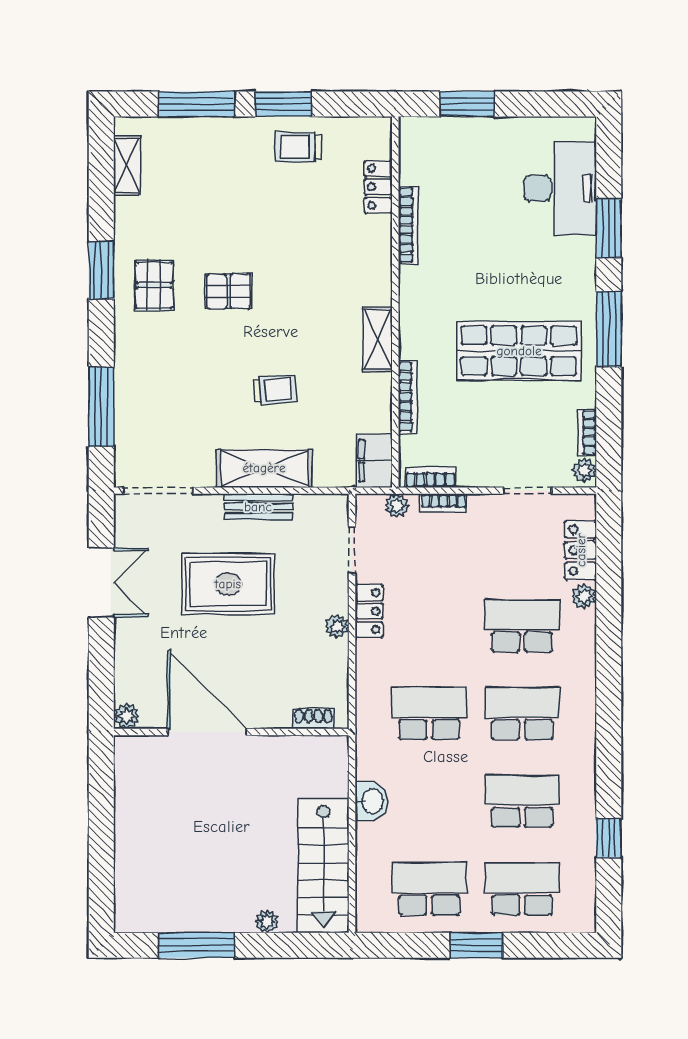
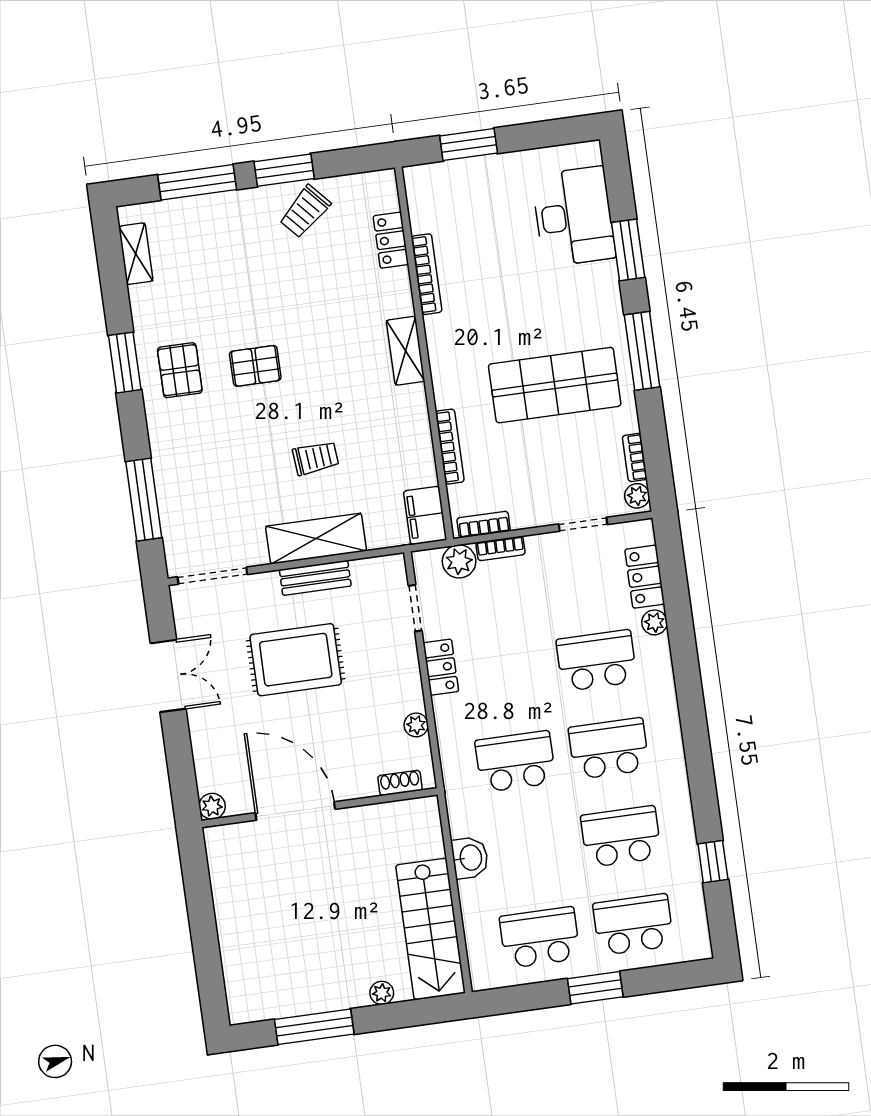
trolley: (298, 147) -> (305, 211), turned -42
shelving: (377, 339) -> (406, 351), moved
plant: (397, 506) -> (459, 561), width x1.38, depth x1.38
plant: (337, 626) -> (416, 725), moved

